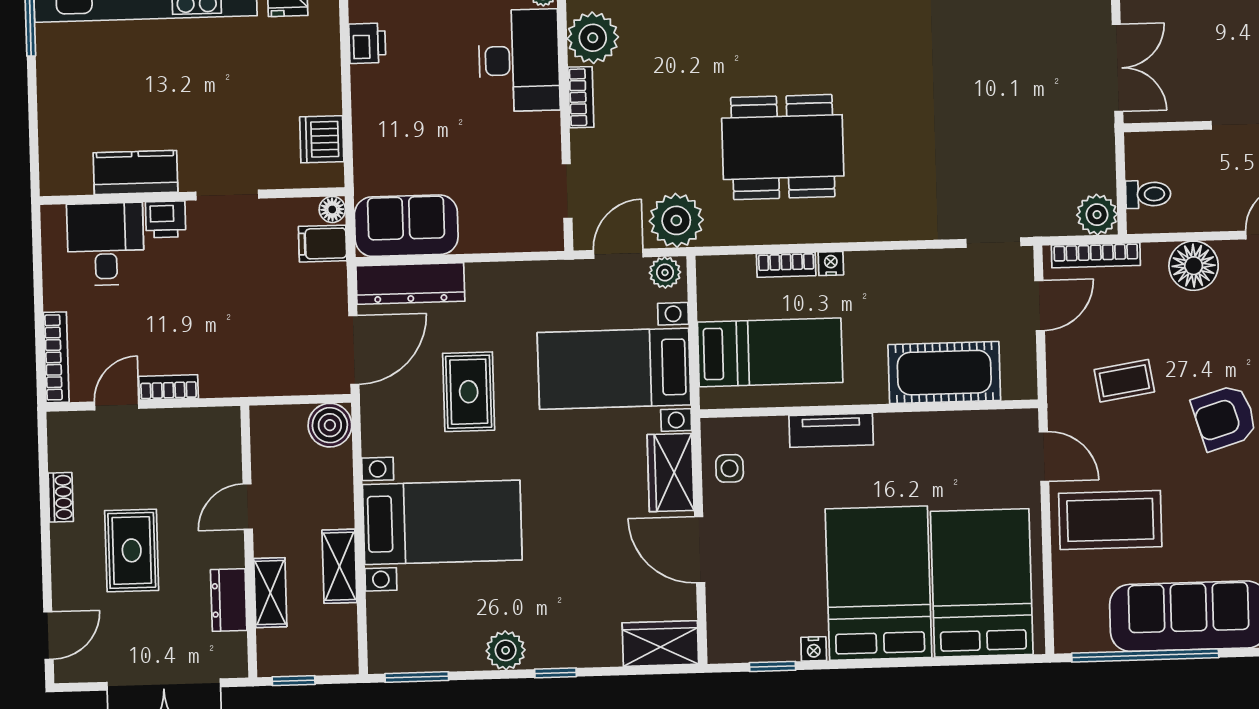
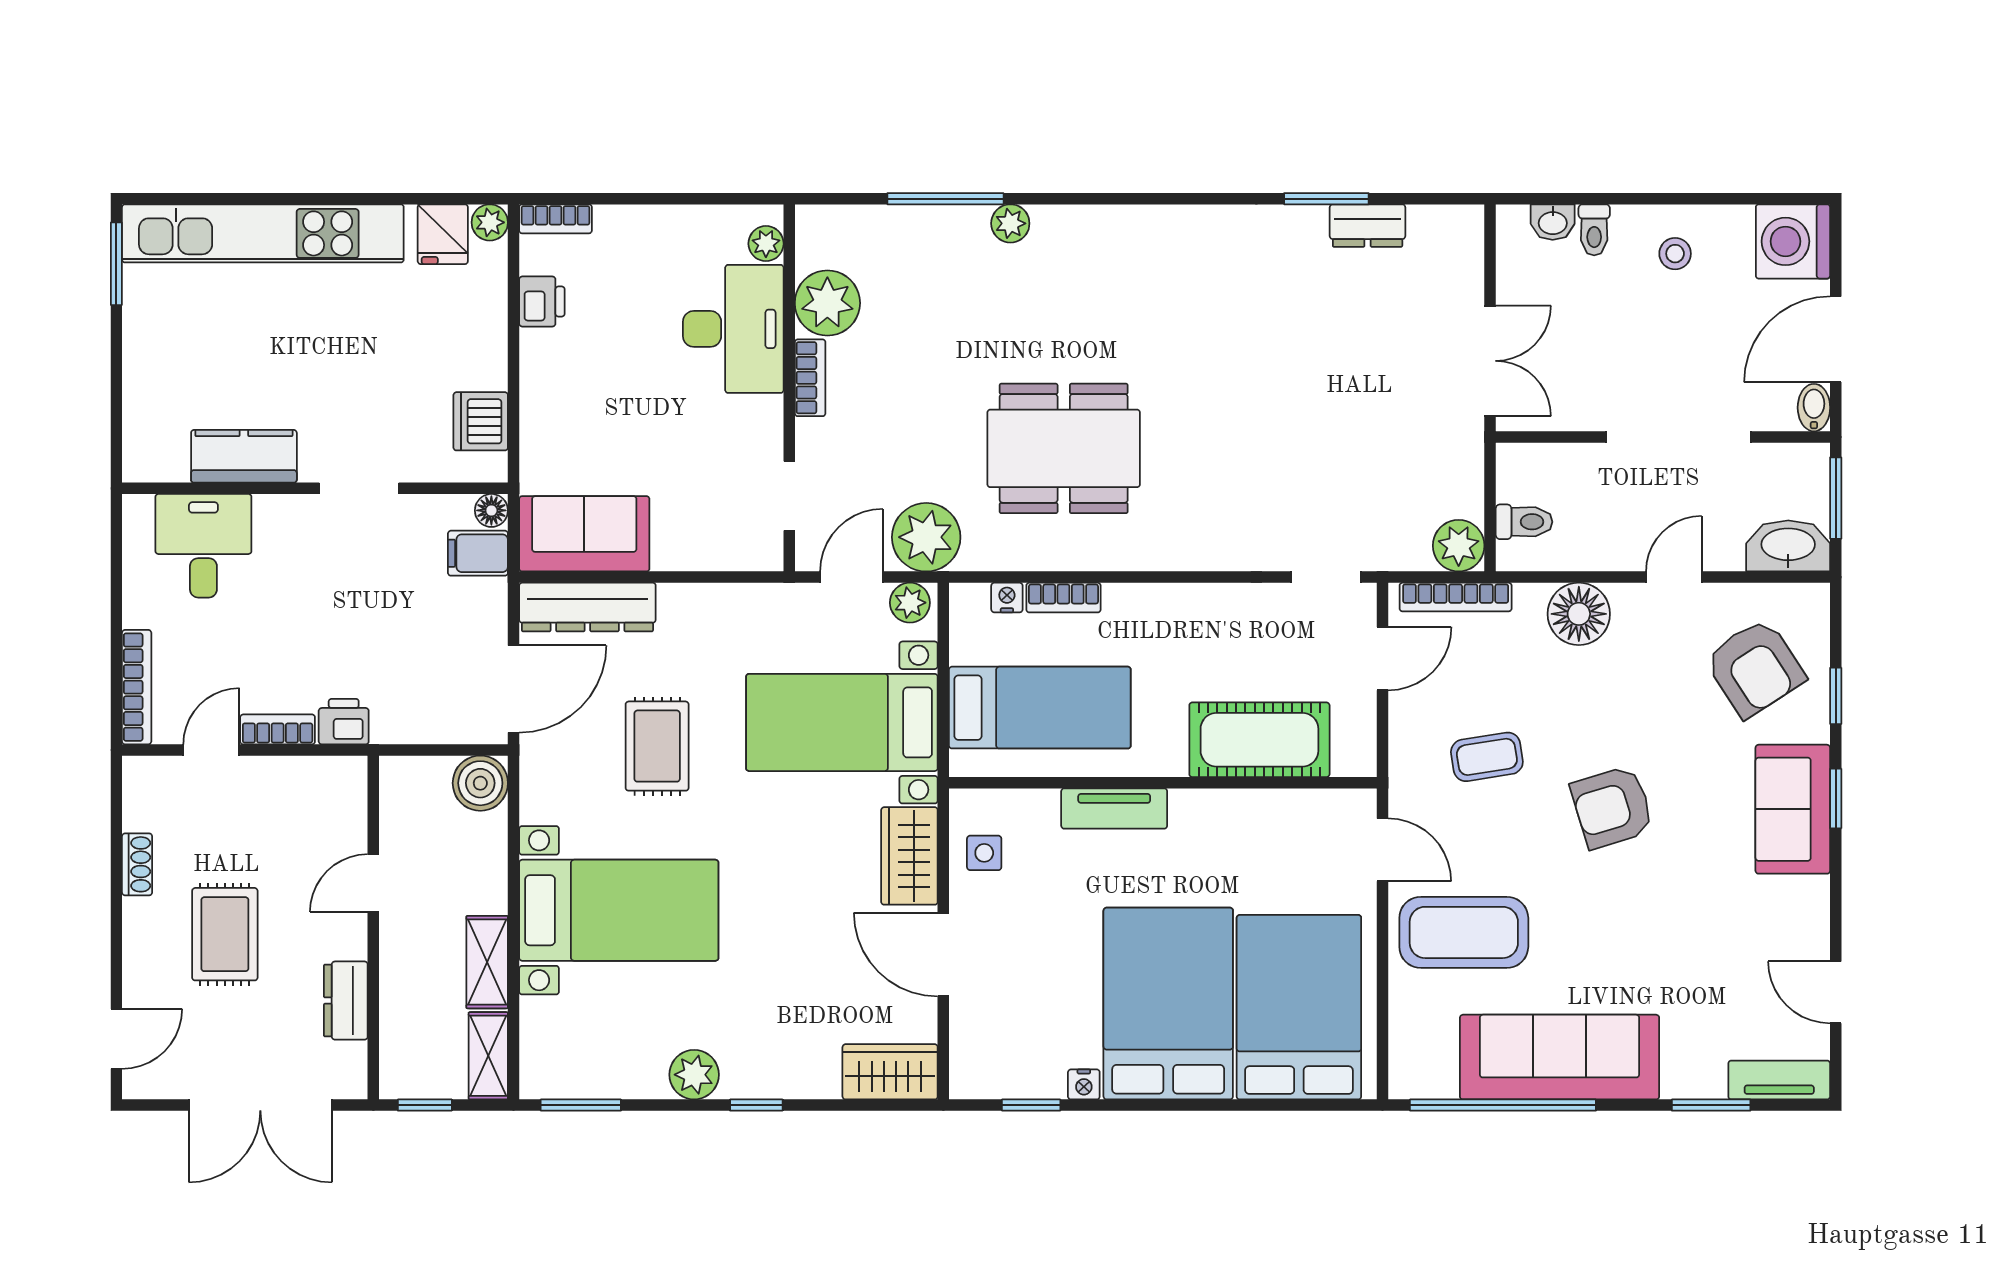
printer: (166, 219) -> (344, 722), moved, turned 180
nightstand: (831, 263) -> (1007, 598), moved
shelving: (270, 593) -> (488, 1056), moved

